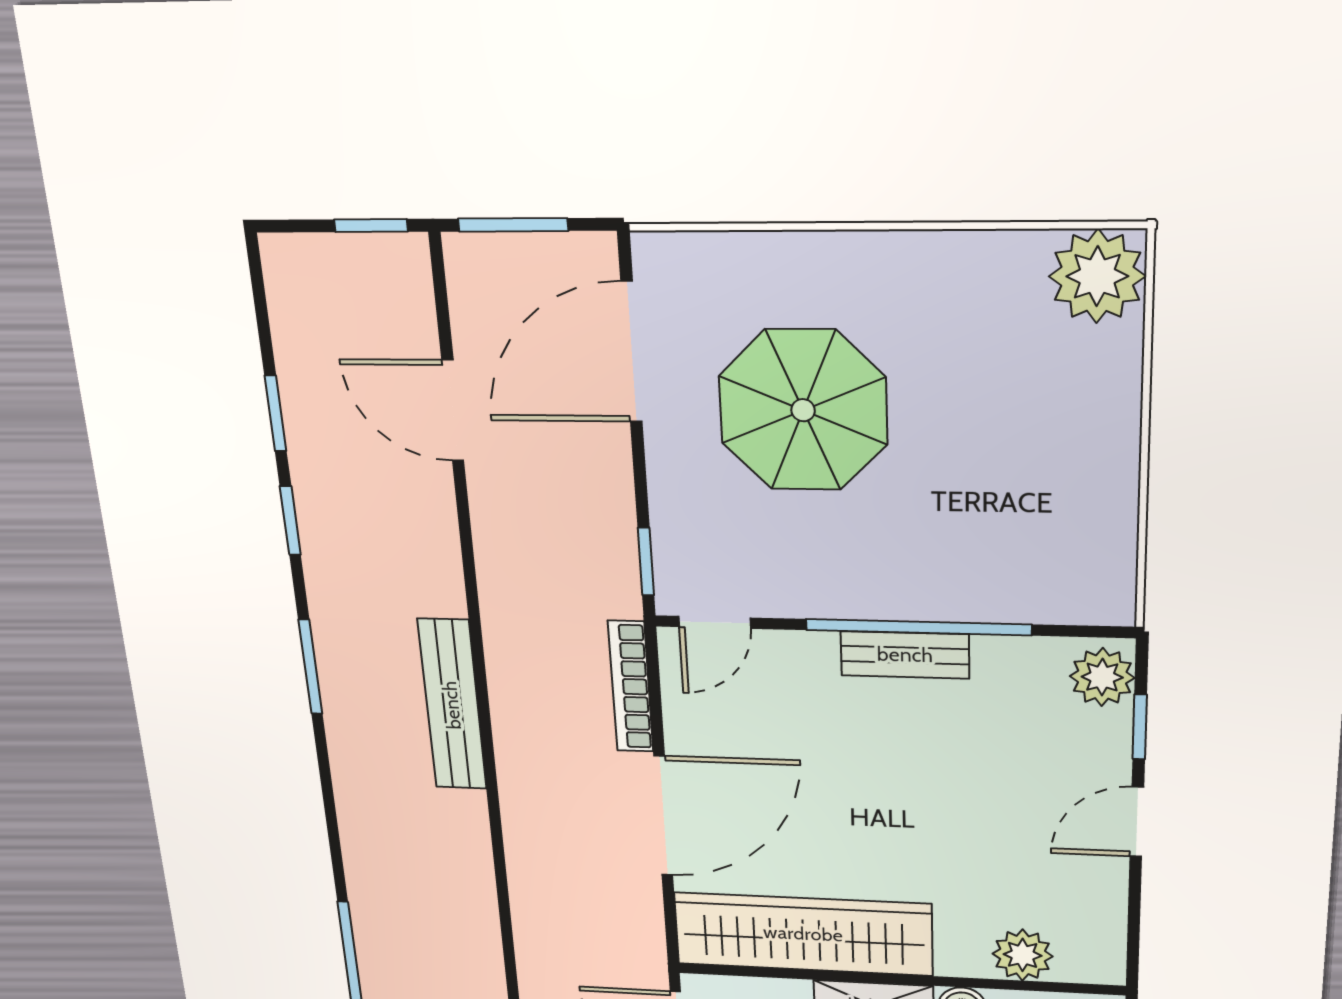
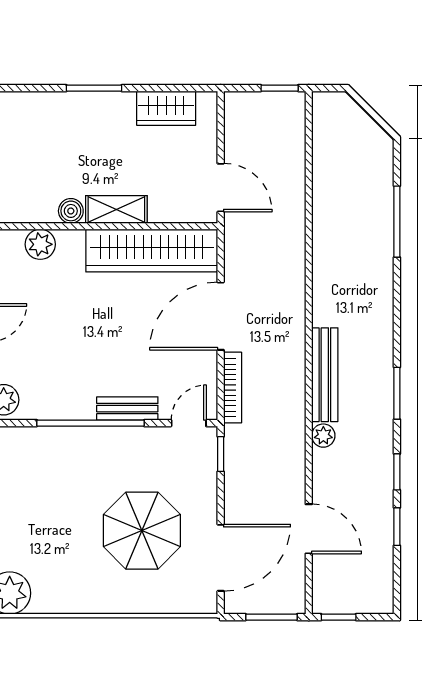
plant: (443, 592) -> (323, 436), added
bench: (905, 655) -> (127, 409), moved

